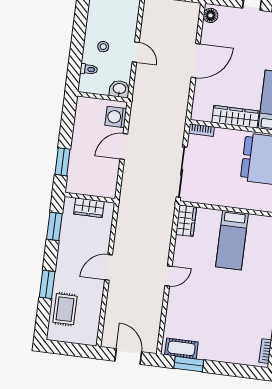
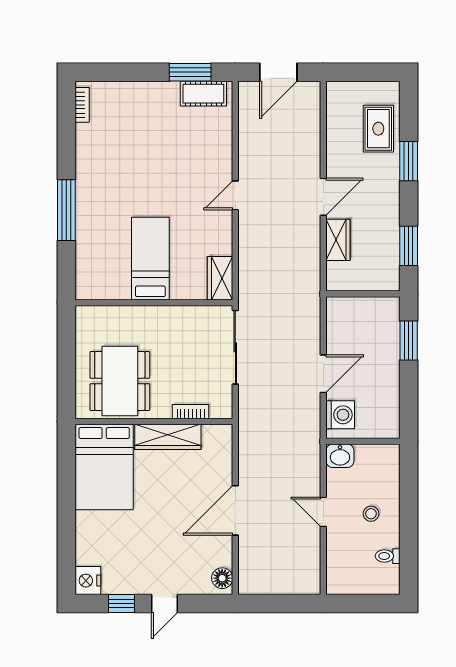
toilet: (89, 69) -> (388, 556), moved
bookcase: (201, 130) -> (191, 412), moved
wardrobe: (89, 208) -> (338, 240), moved, turned 90
door: (128, 356) -> (278, 72), hinge flipped

